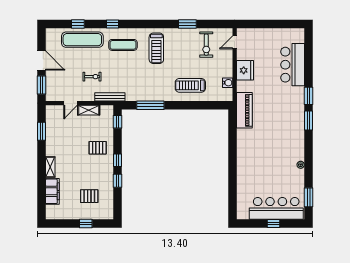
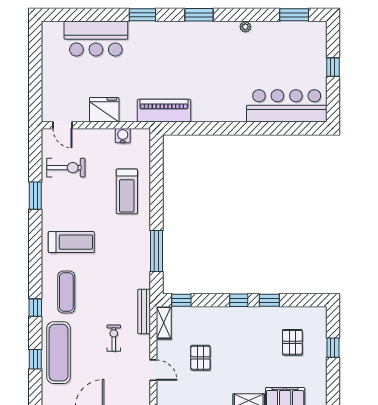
shelving: (89, 110) -> (164, 323), moved
window: (309, 120) -> (199, 15), moved
pallet: (98, 148) -> (200, 358), moved
bar counter: (276, 208) -> (287, 106), moved, turned 90

